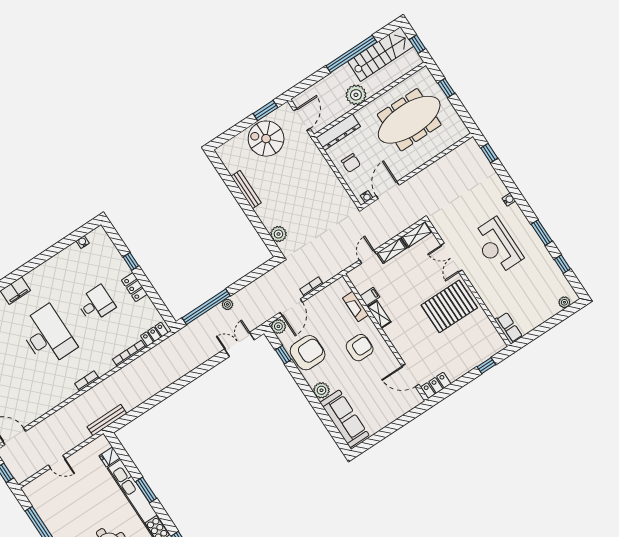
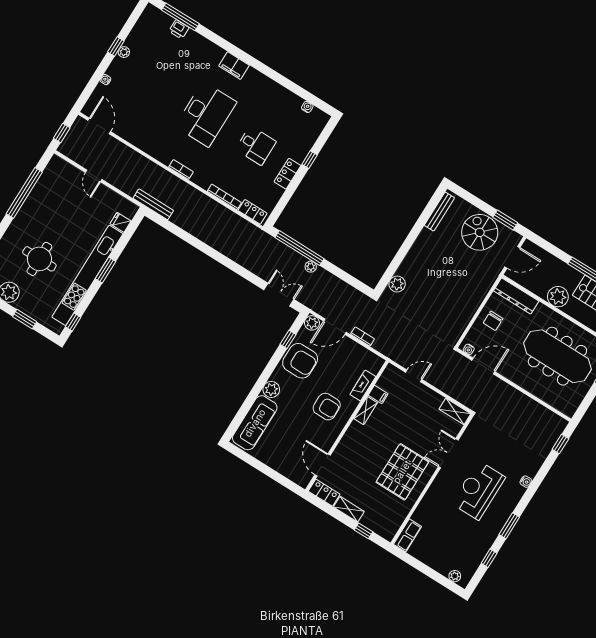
bench: (246, 189) -> (439, 212), moved
shelving: (392, 251) -> (349, 509), moved
pallet: (449, 306) -> (402, 472), turned 90

